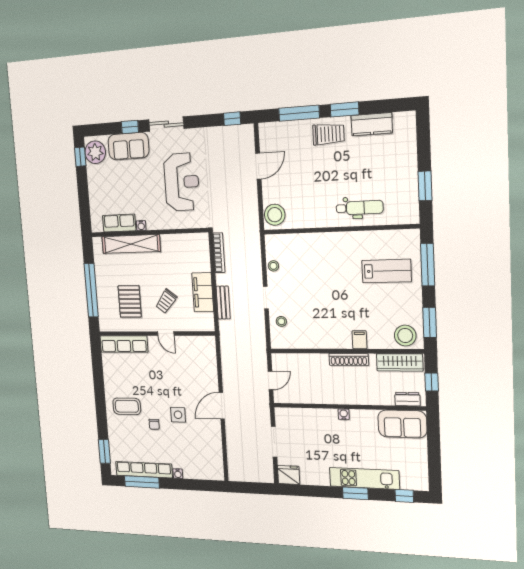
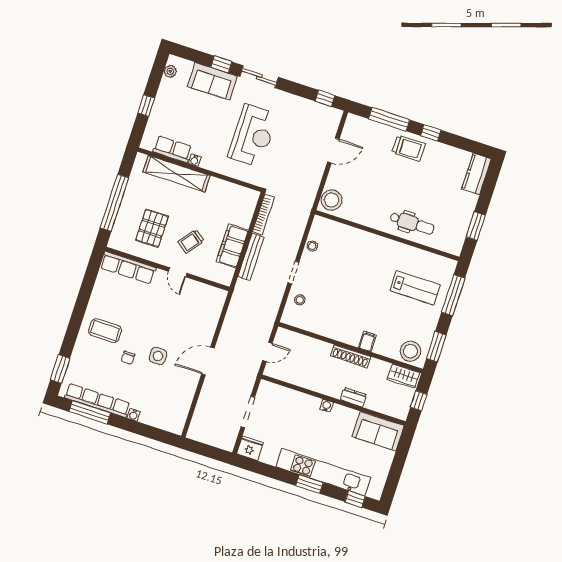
window: (345, 109) -> (431, 133), width x0.67
kitchen counter: (372, 124) -> (477, 174), moved, turned 90
plant: (95, 152) -> (170, 71), width x0.53, depth x0.53
window: (80, 157) -> (146, 106), moved
bench: (223, 303) -> (251, 257), width x1.36
wardrobe: (400, 362) -> (403, 376), width x0.67
dresser: (407, 399) -> (353, 397), moved
kitchen unit: (364, 478) -> (323, 472), width x1.36

